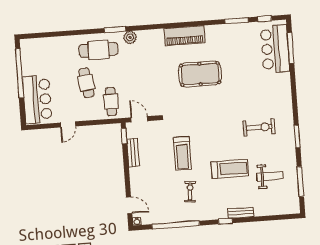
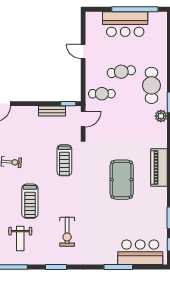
window: (291, 48) -> (118, 267), moved
bar counter: (37, 99) -> (125, 24), moved
treadmill: (182, 153) -> (64, 160), moved, turned -90

